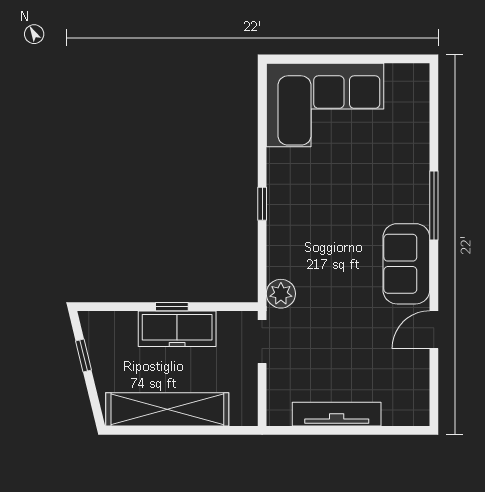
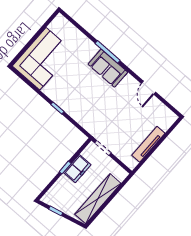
sofa: (406, 264) -> (108, 68), moved
plant: (281, 294) -> (92, 128), removed
freezer: (177, 329) -> (77, 169), width x0.71

